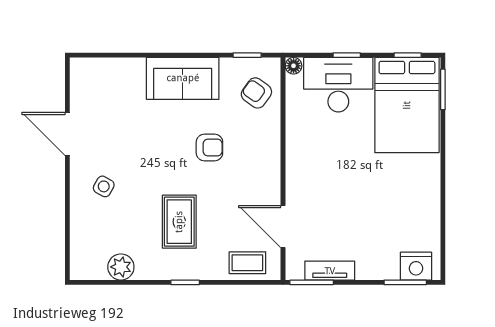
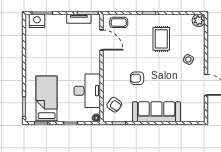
sofa: (183, 78) -> (156, 112), width x1.36
desk: (338, 85) -> (87, 91), moved, turned -90
bed: (407, 105) -> (47, 99), width x0.67
rug: (179, 222) -> (161, 39), moved
plant: (121, 267) -> (199, 20), moved

